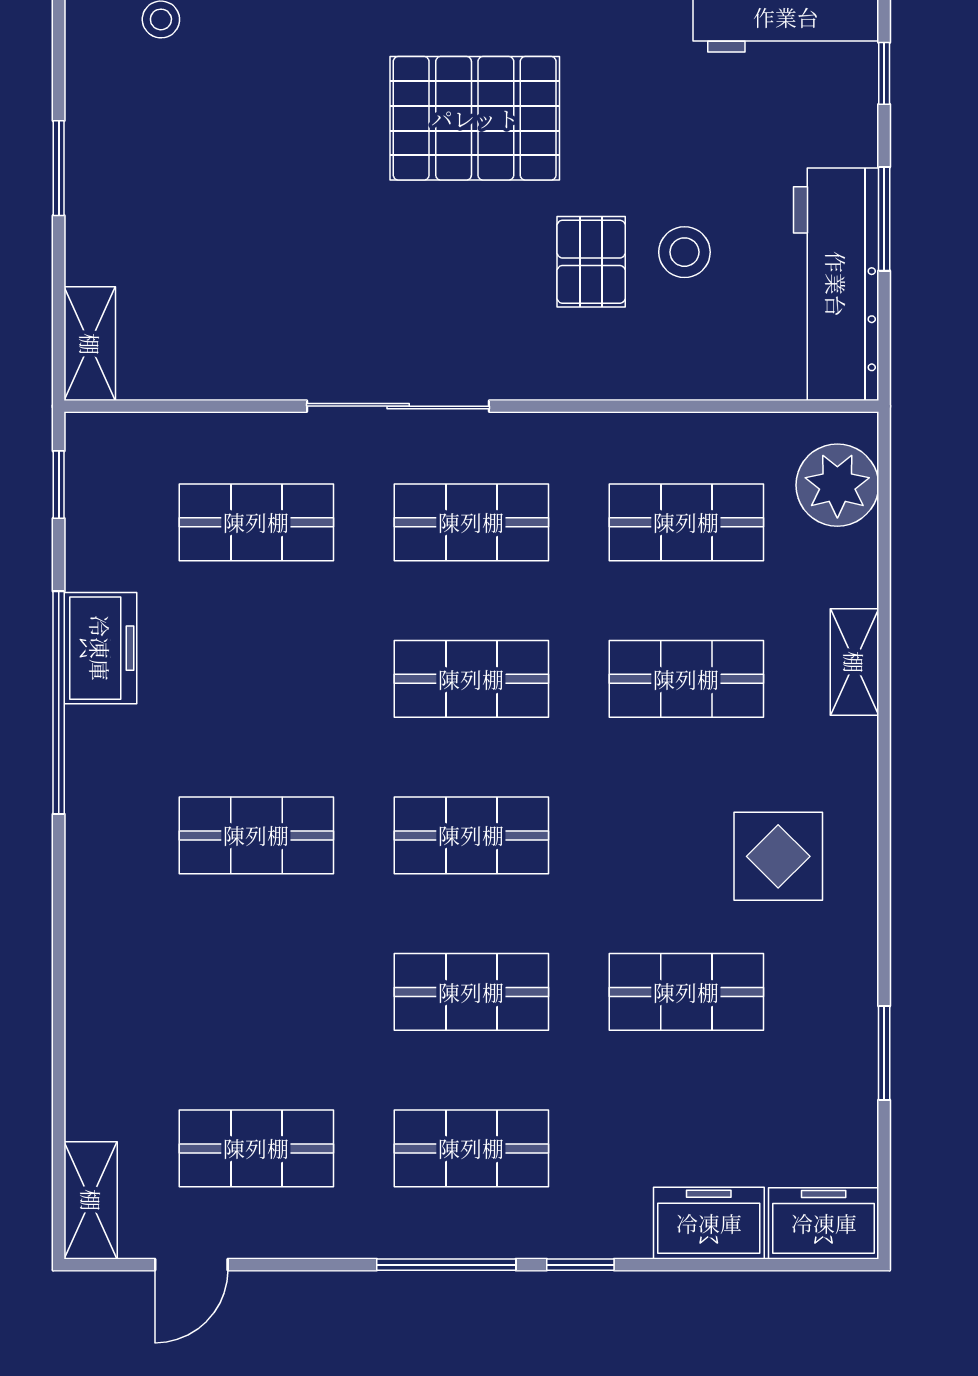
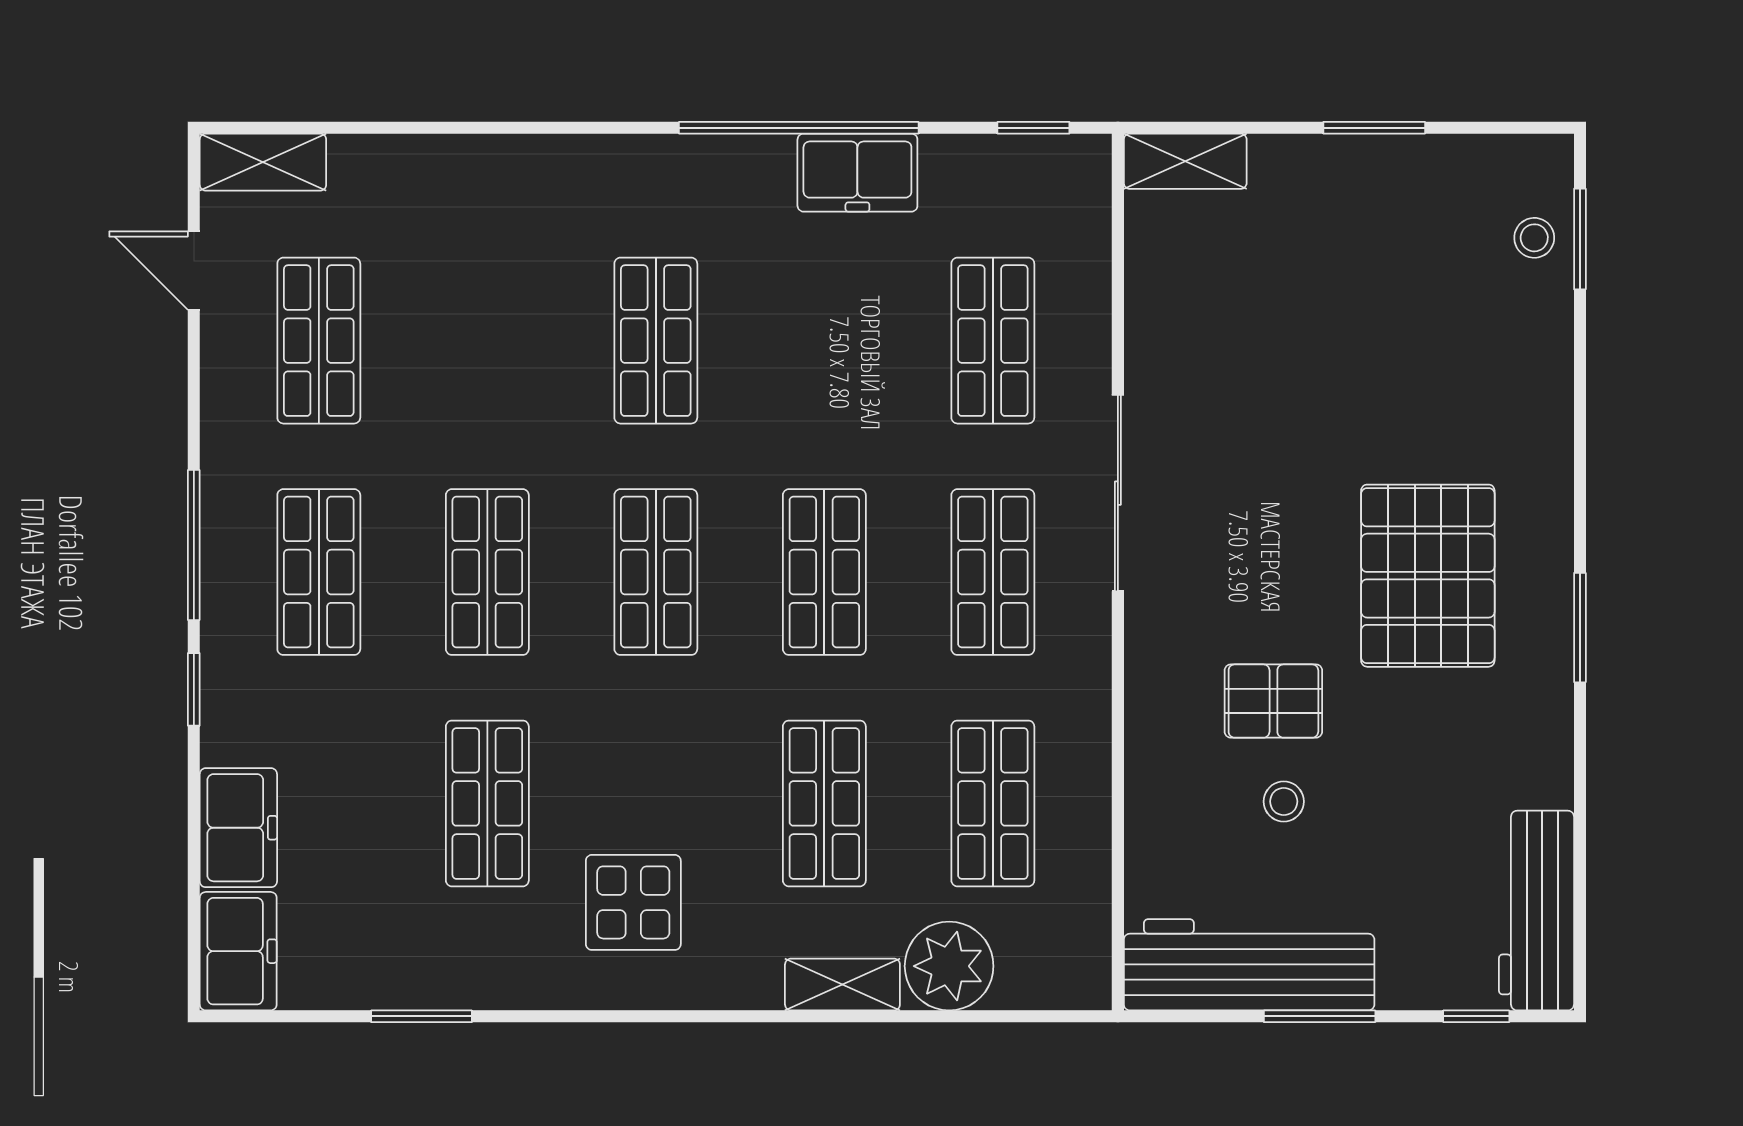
stool: (684, 252) -> (1284, 801), width x0.73, depth x0.73
plant: (837, 485) -> (949, 966), moved

